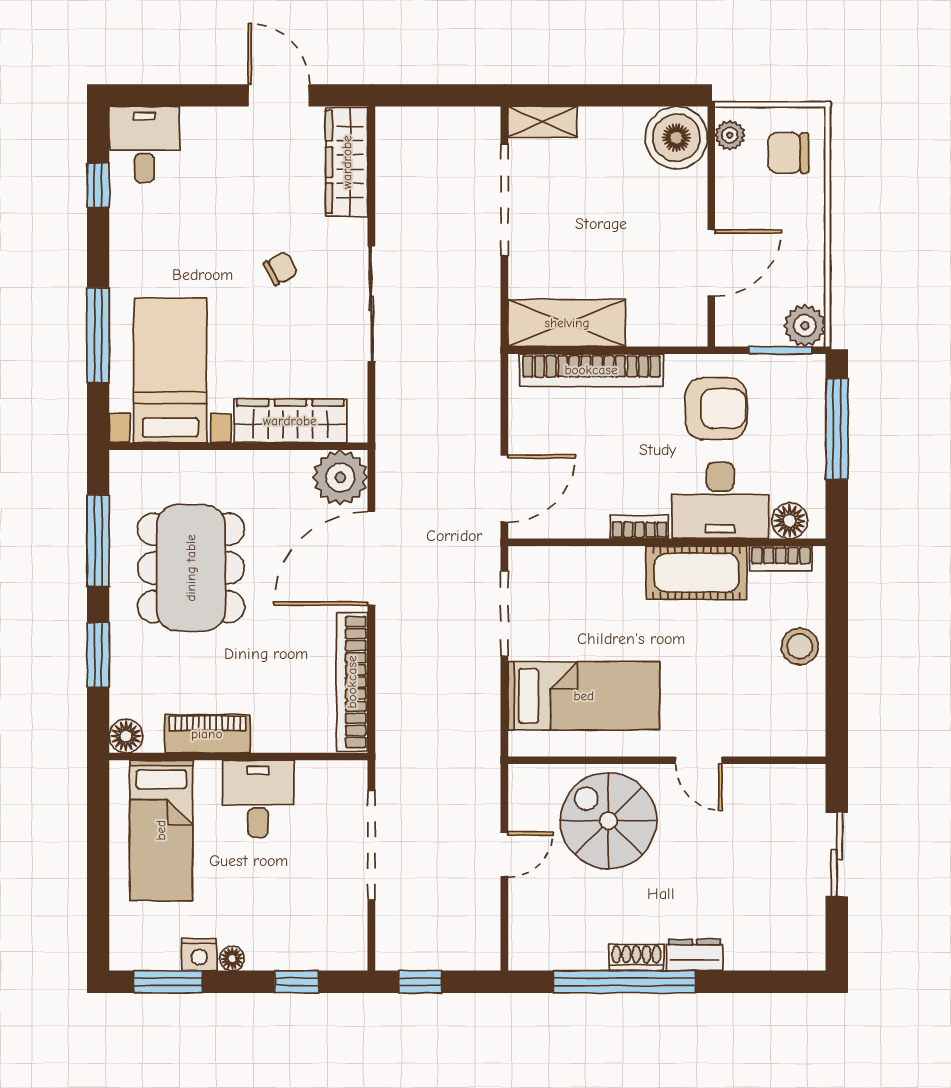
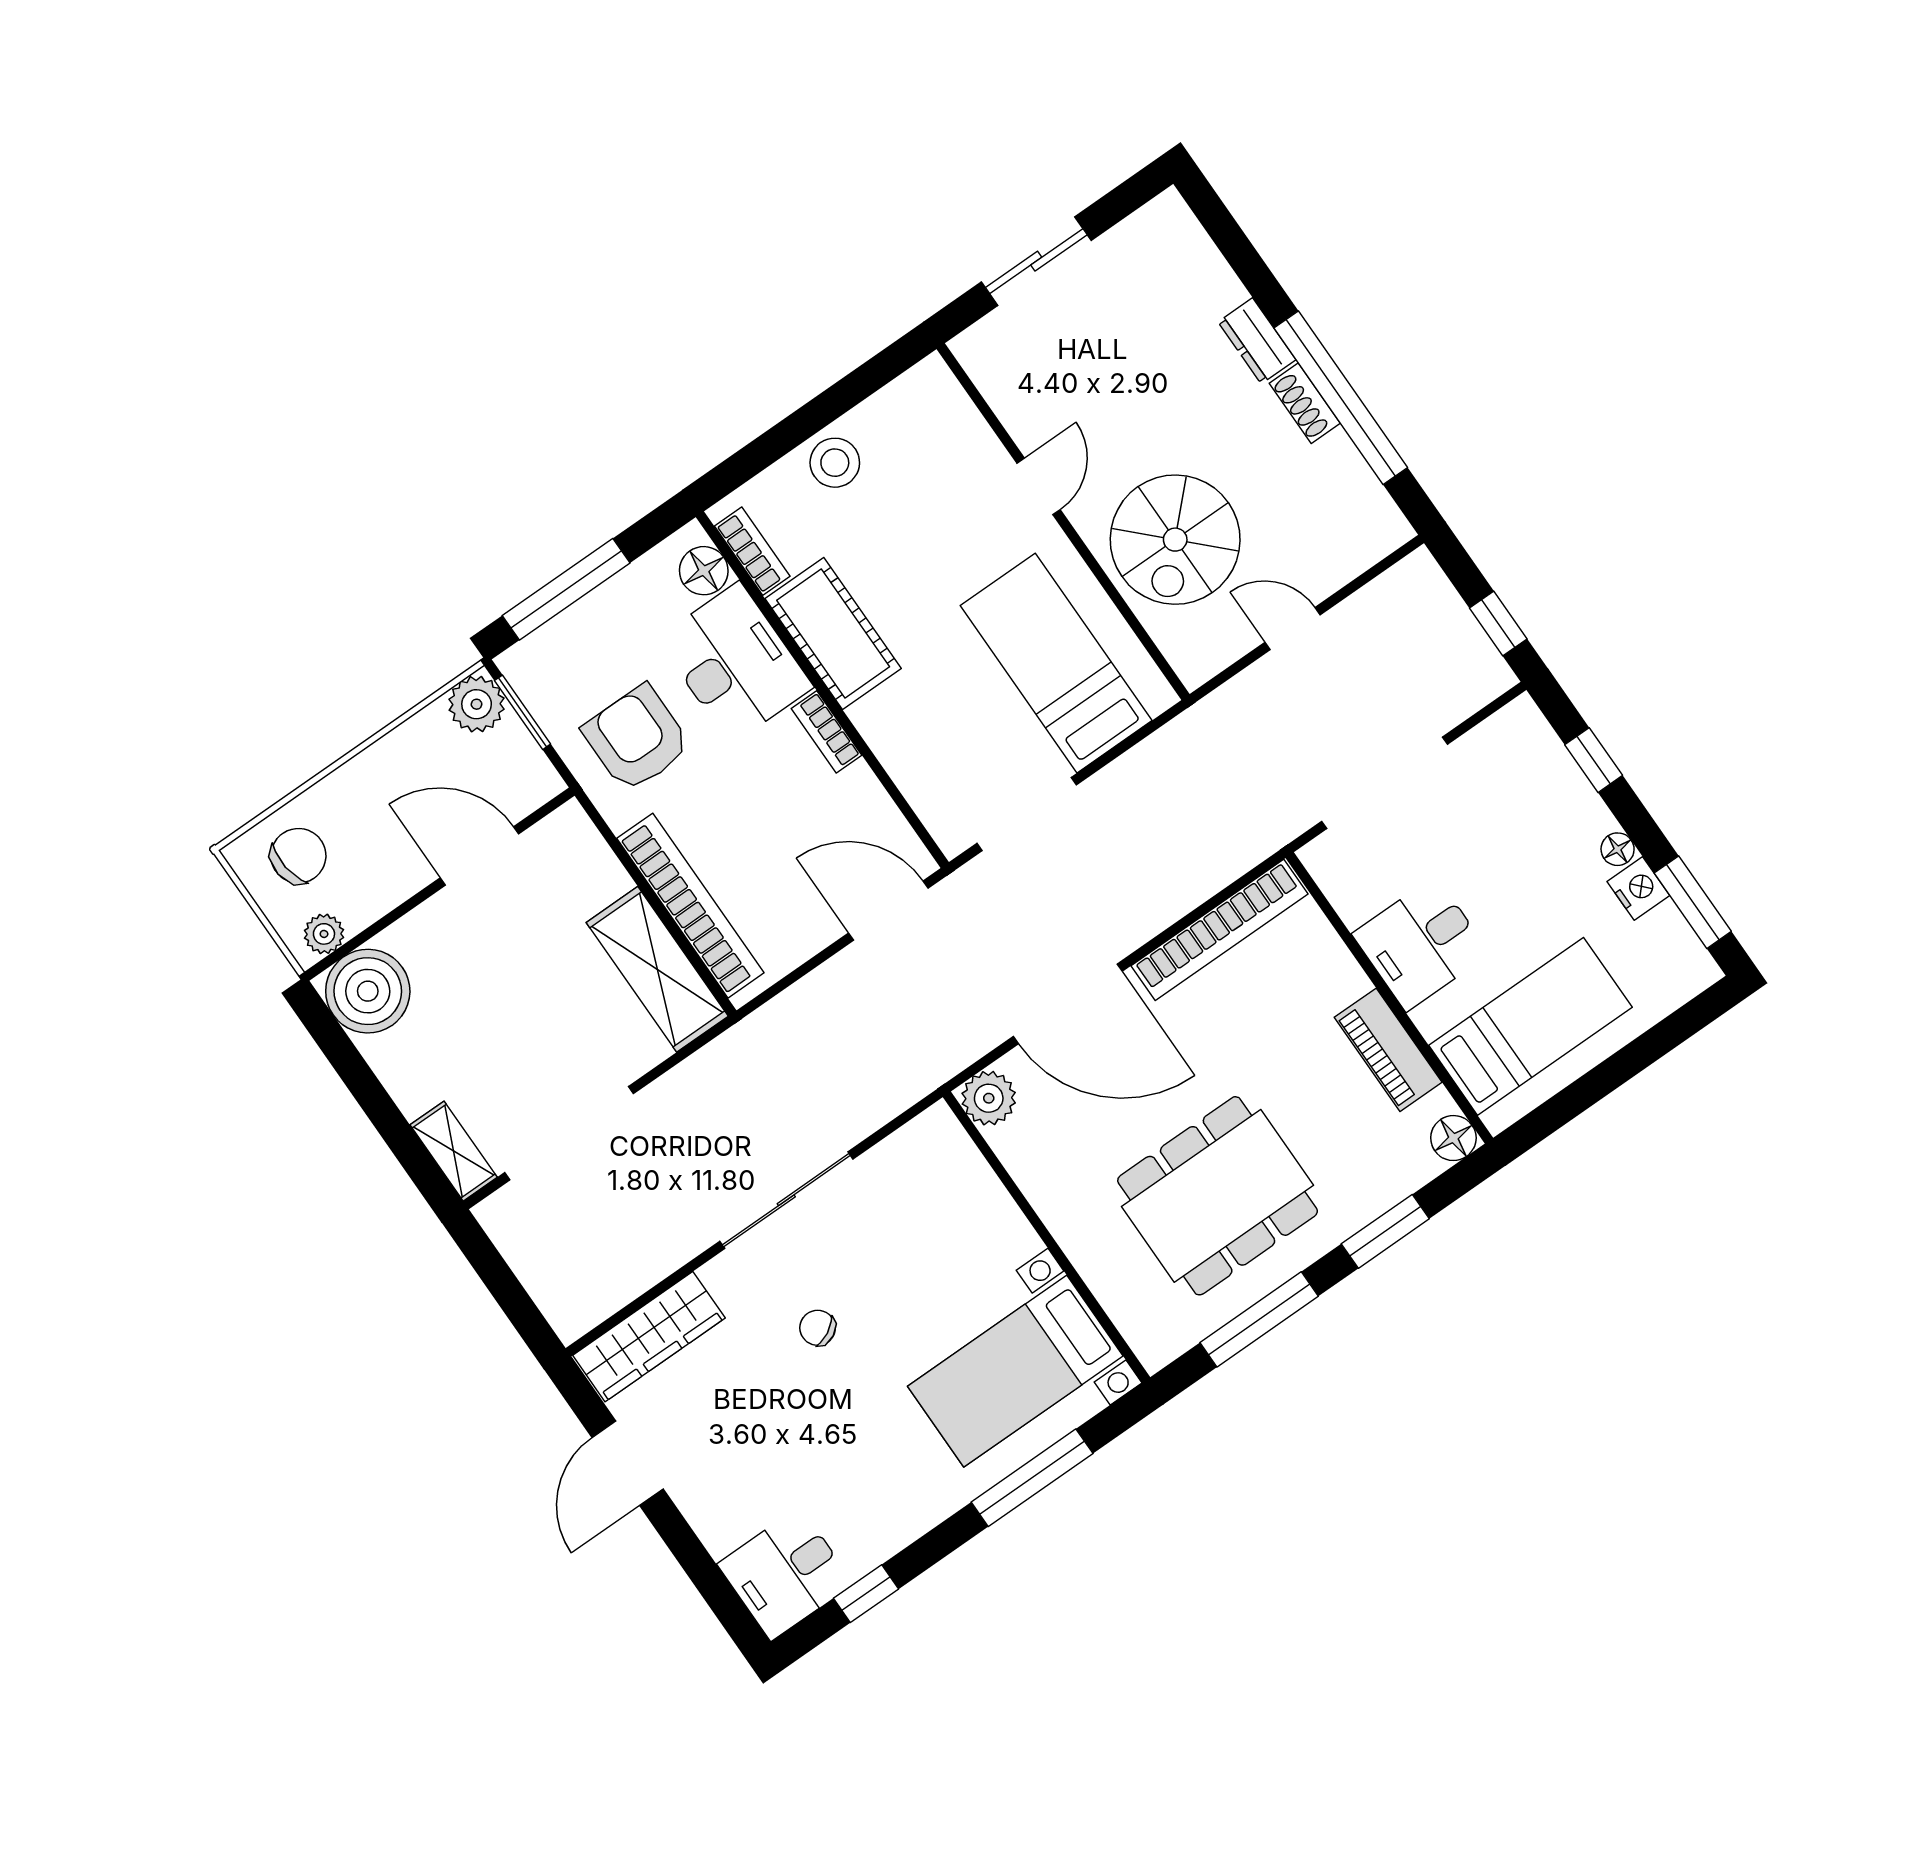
chair: (788, 153) -> (298, 856), turned -97
wardrobe: (290, 421) -> (978, 1199), removed
plant: (340, 477) -> (989, 1098), width x0.73, depth x0.73

